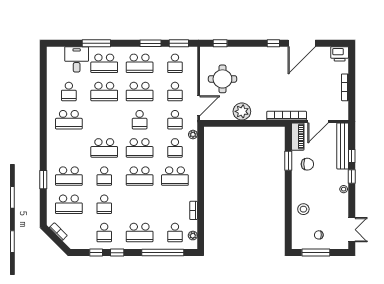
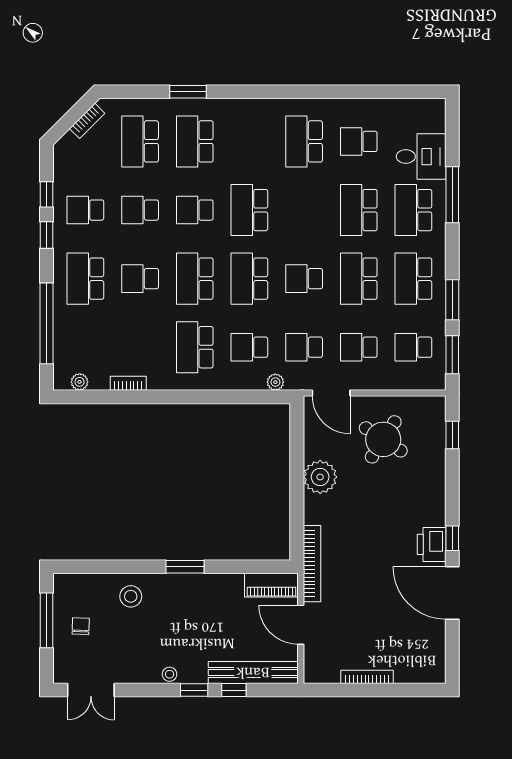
printer: (340, 54) -> (432, 544), moved
round table: (222, 79) -> (383, 439), turned 33
window: (288, 161) -> (185, 567), moved
chair: (307, 164) -> (218, 604), removed
school desk: (175, 233) -> (140, 279), moved

